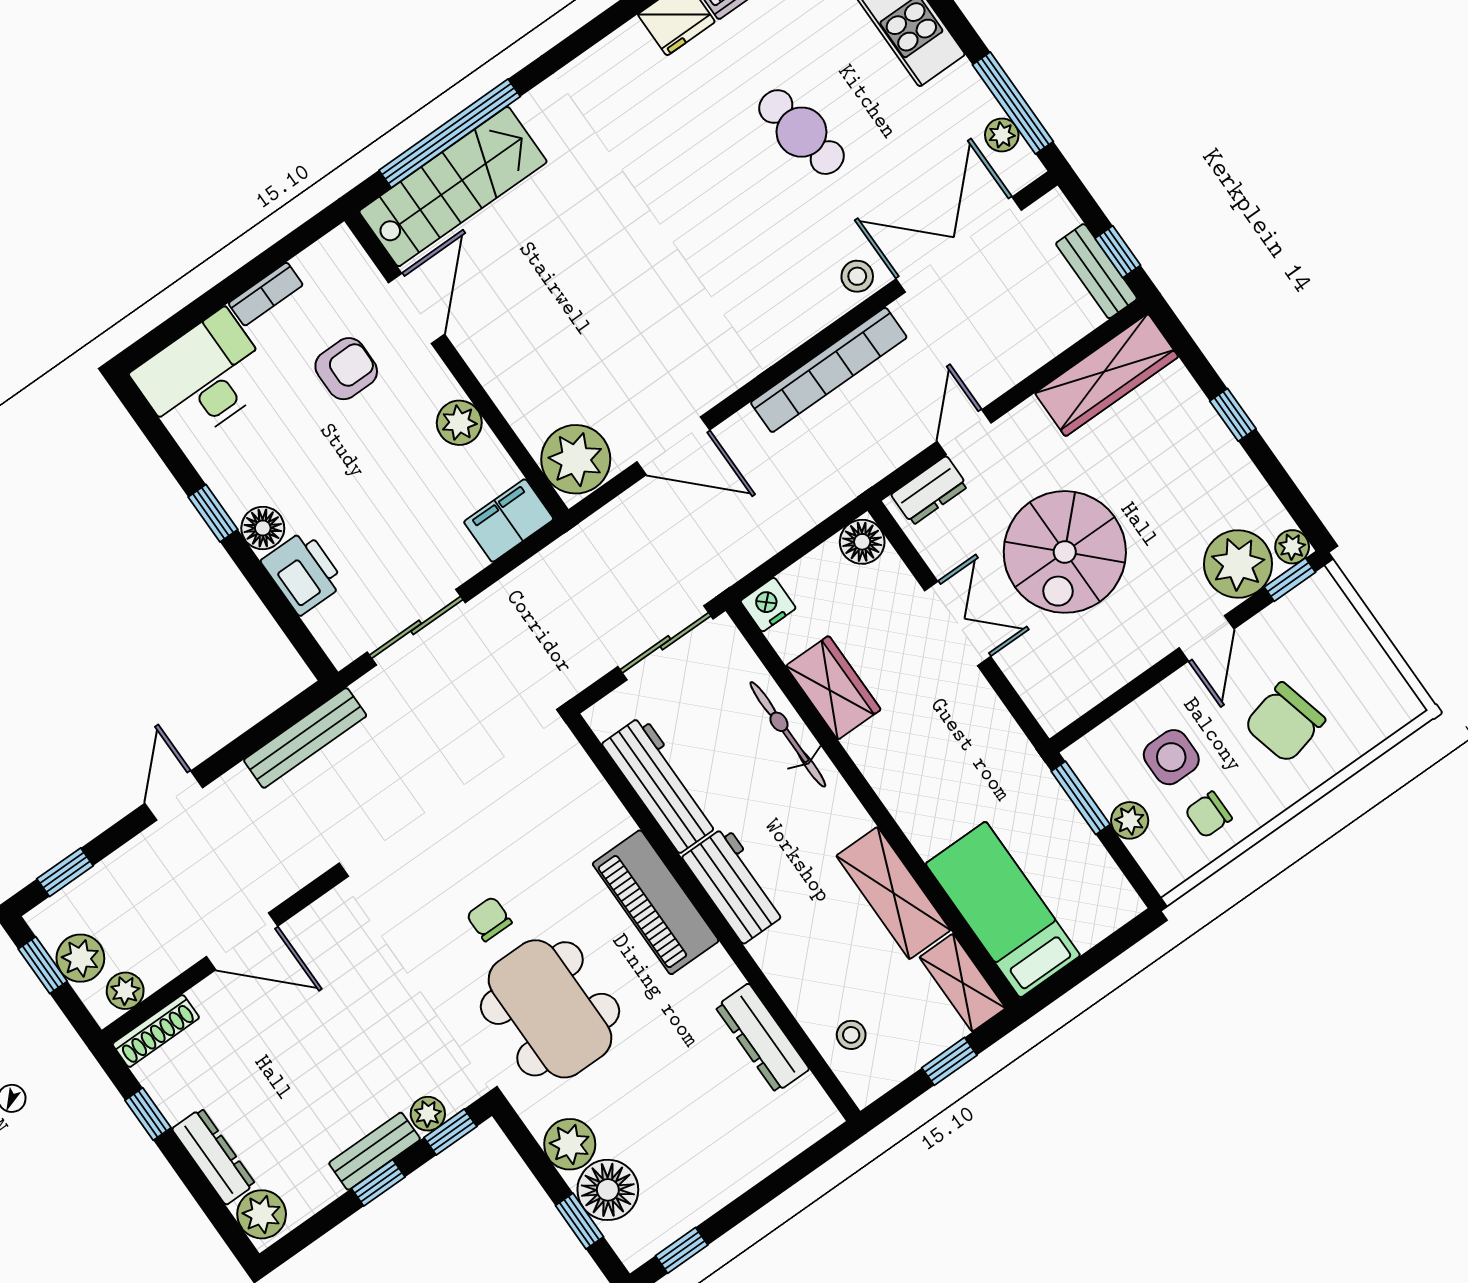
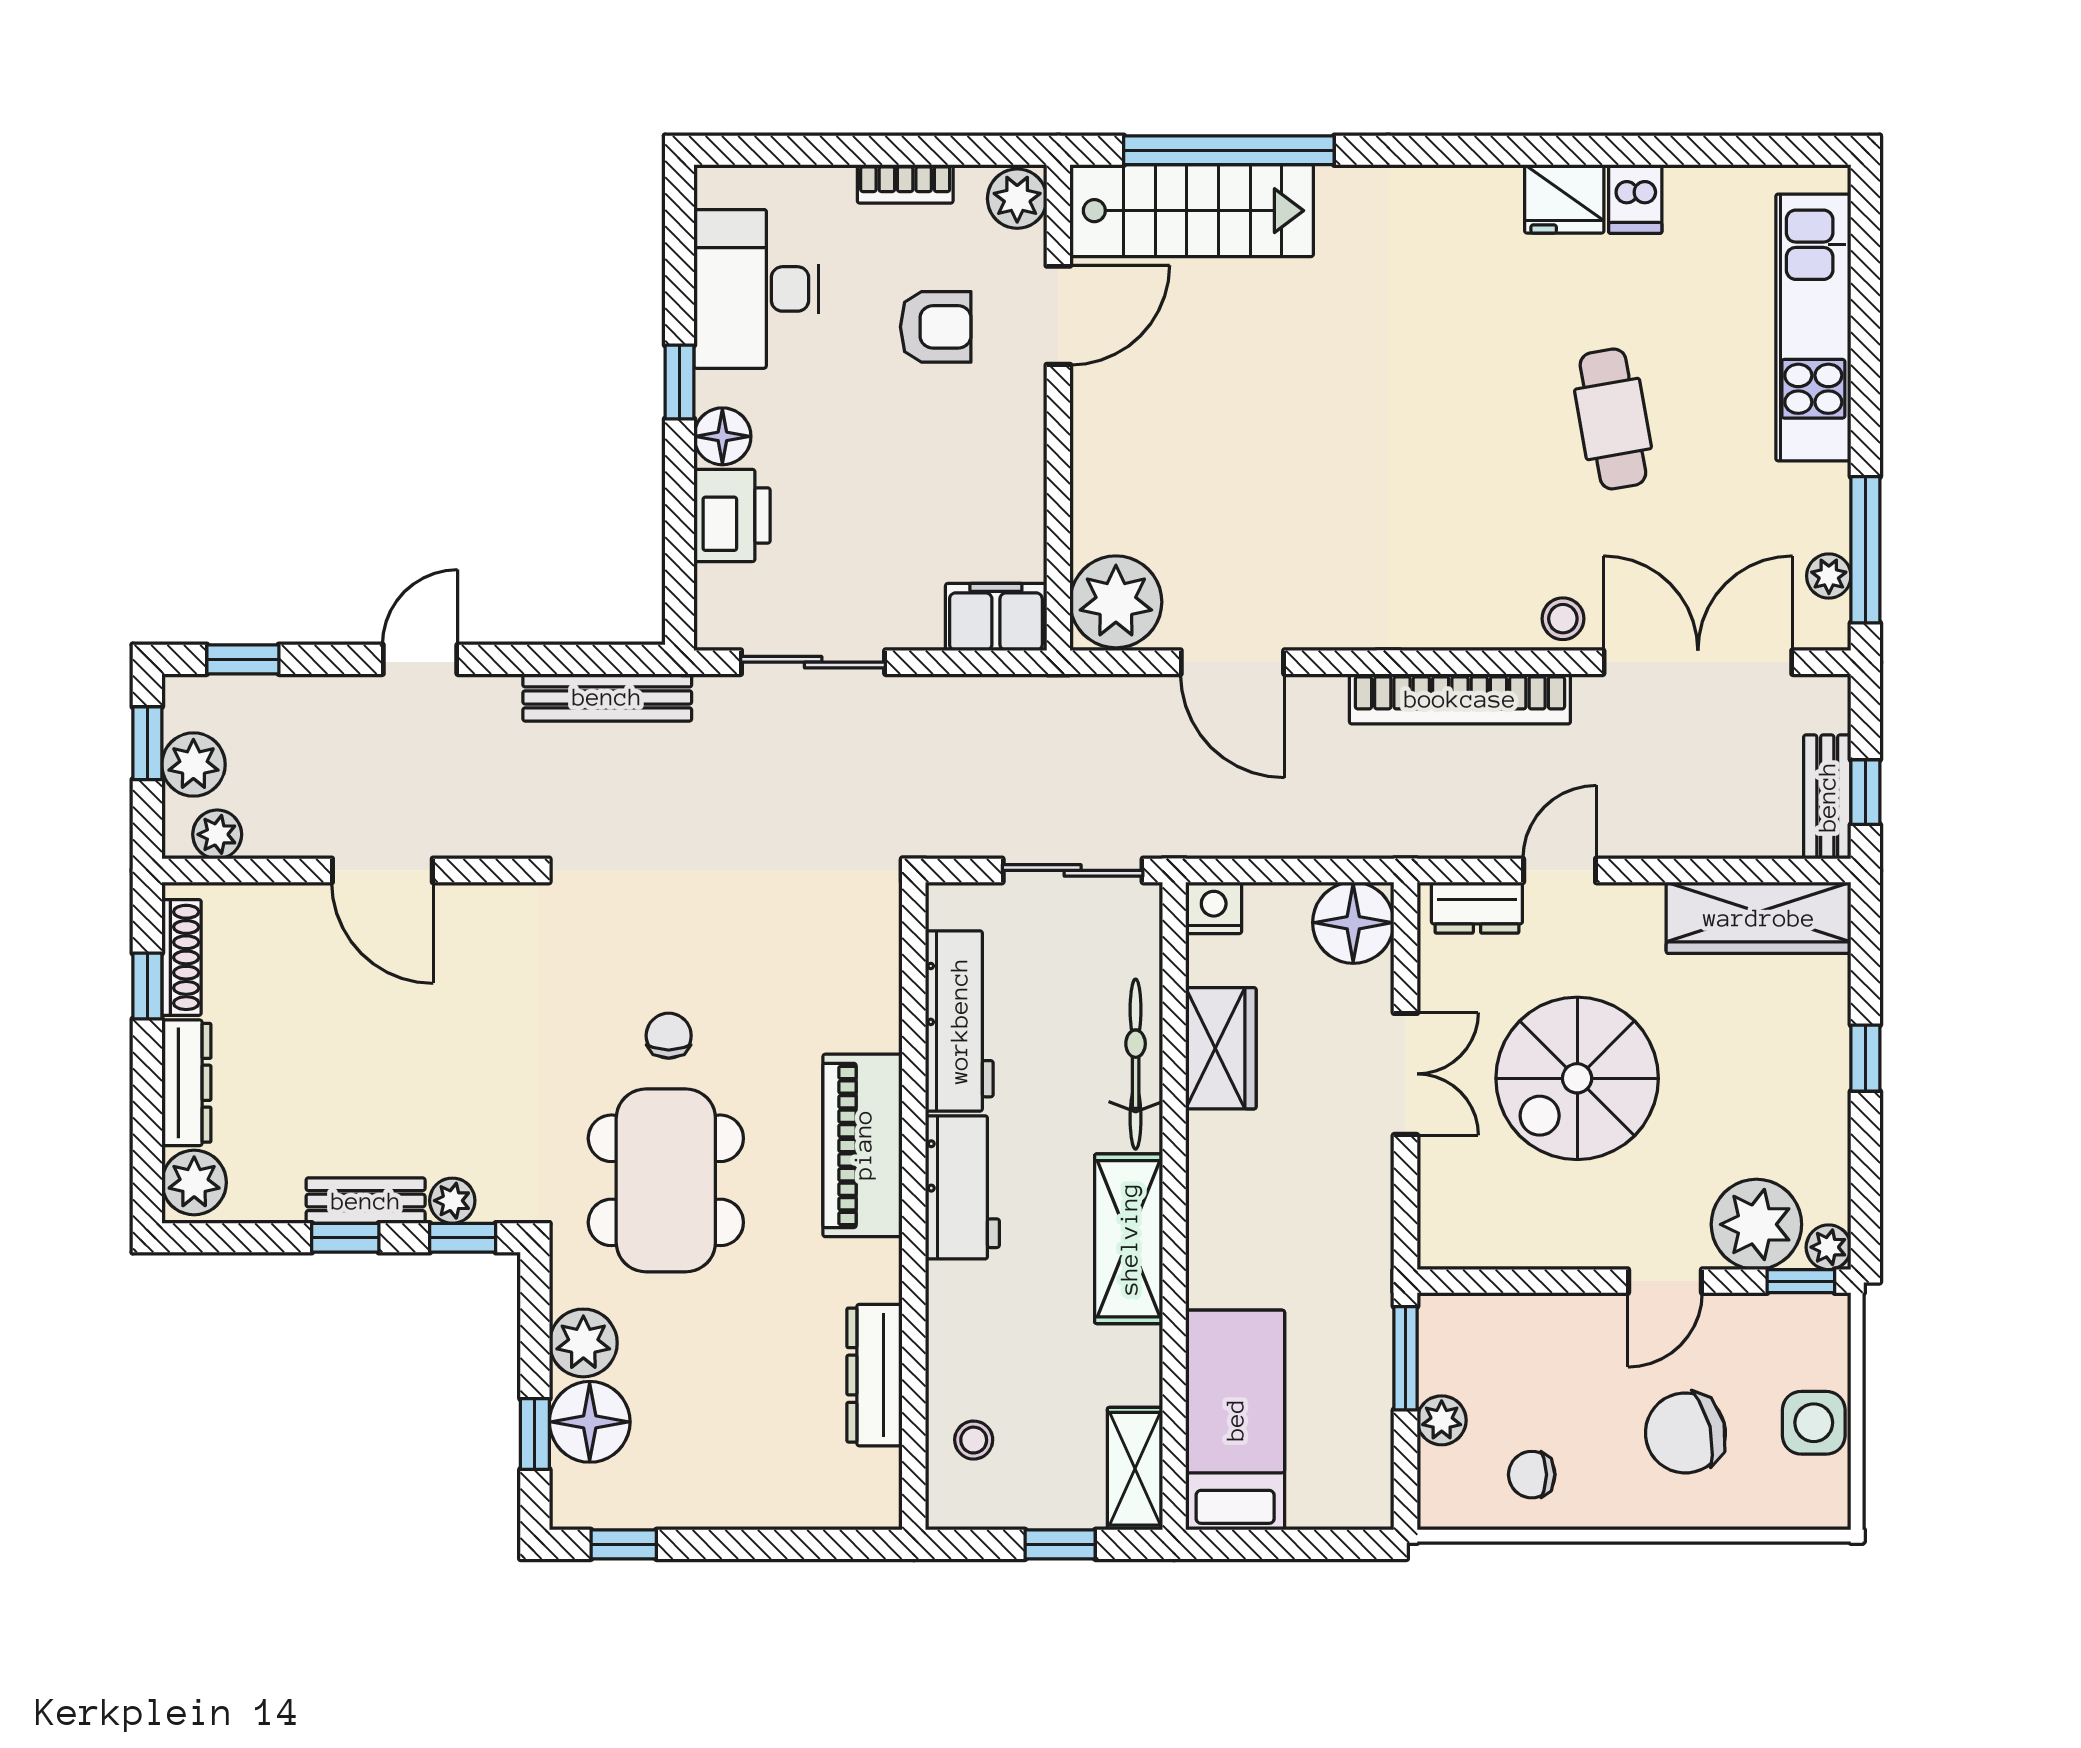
desk: (203, 378) -> (756, 289), moved, turned -90
plant: (459, 423) -> (1017, 199), moved
floor lamp: (862, 542) -> (1353, 923), width x1.38, depth x1.38
side table: (1171, 757) -> (1814, 1423), moved
shelving: (893, 893) -> (1129, 1239), moved
shoe rack: (156, 1031) -> (181, 957), moved, turned -90

